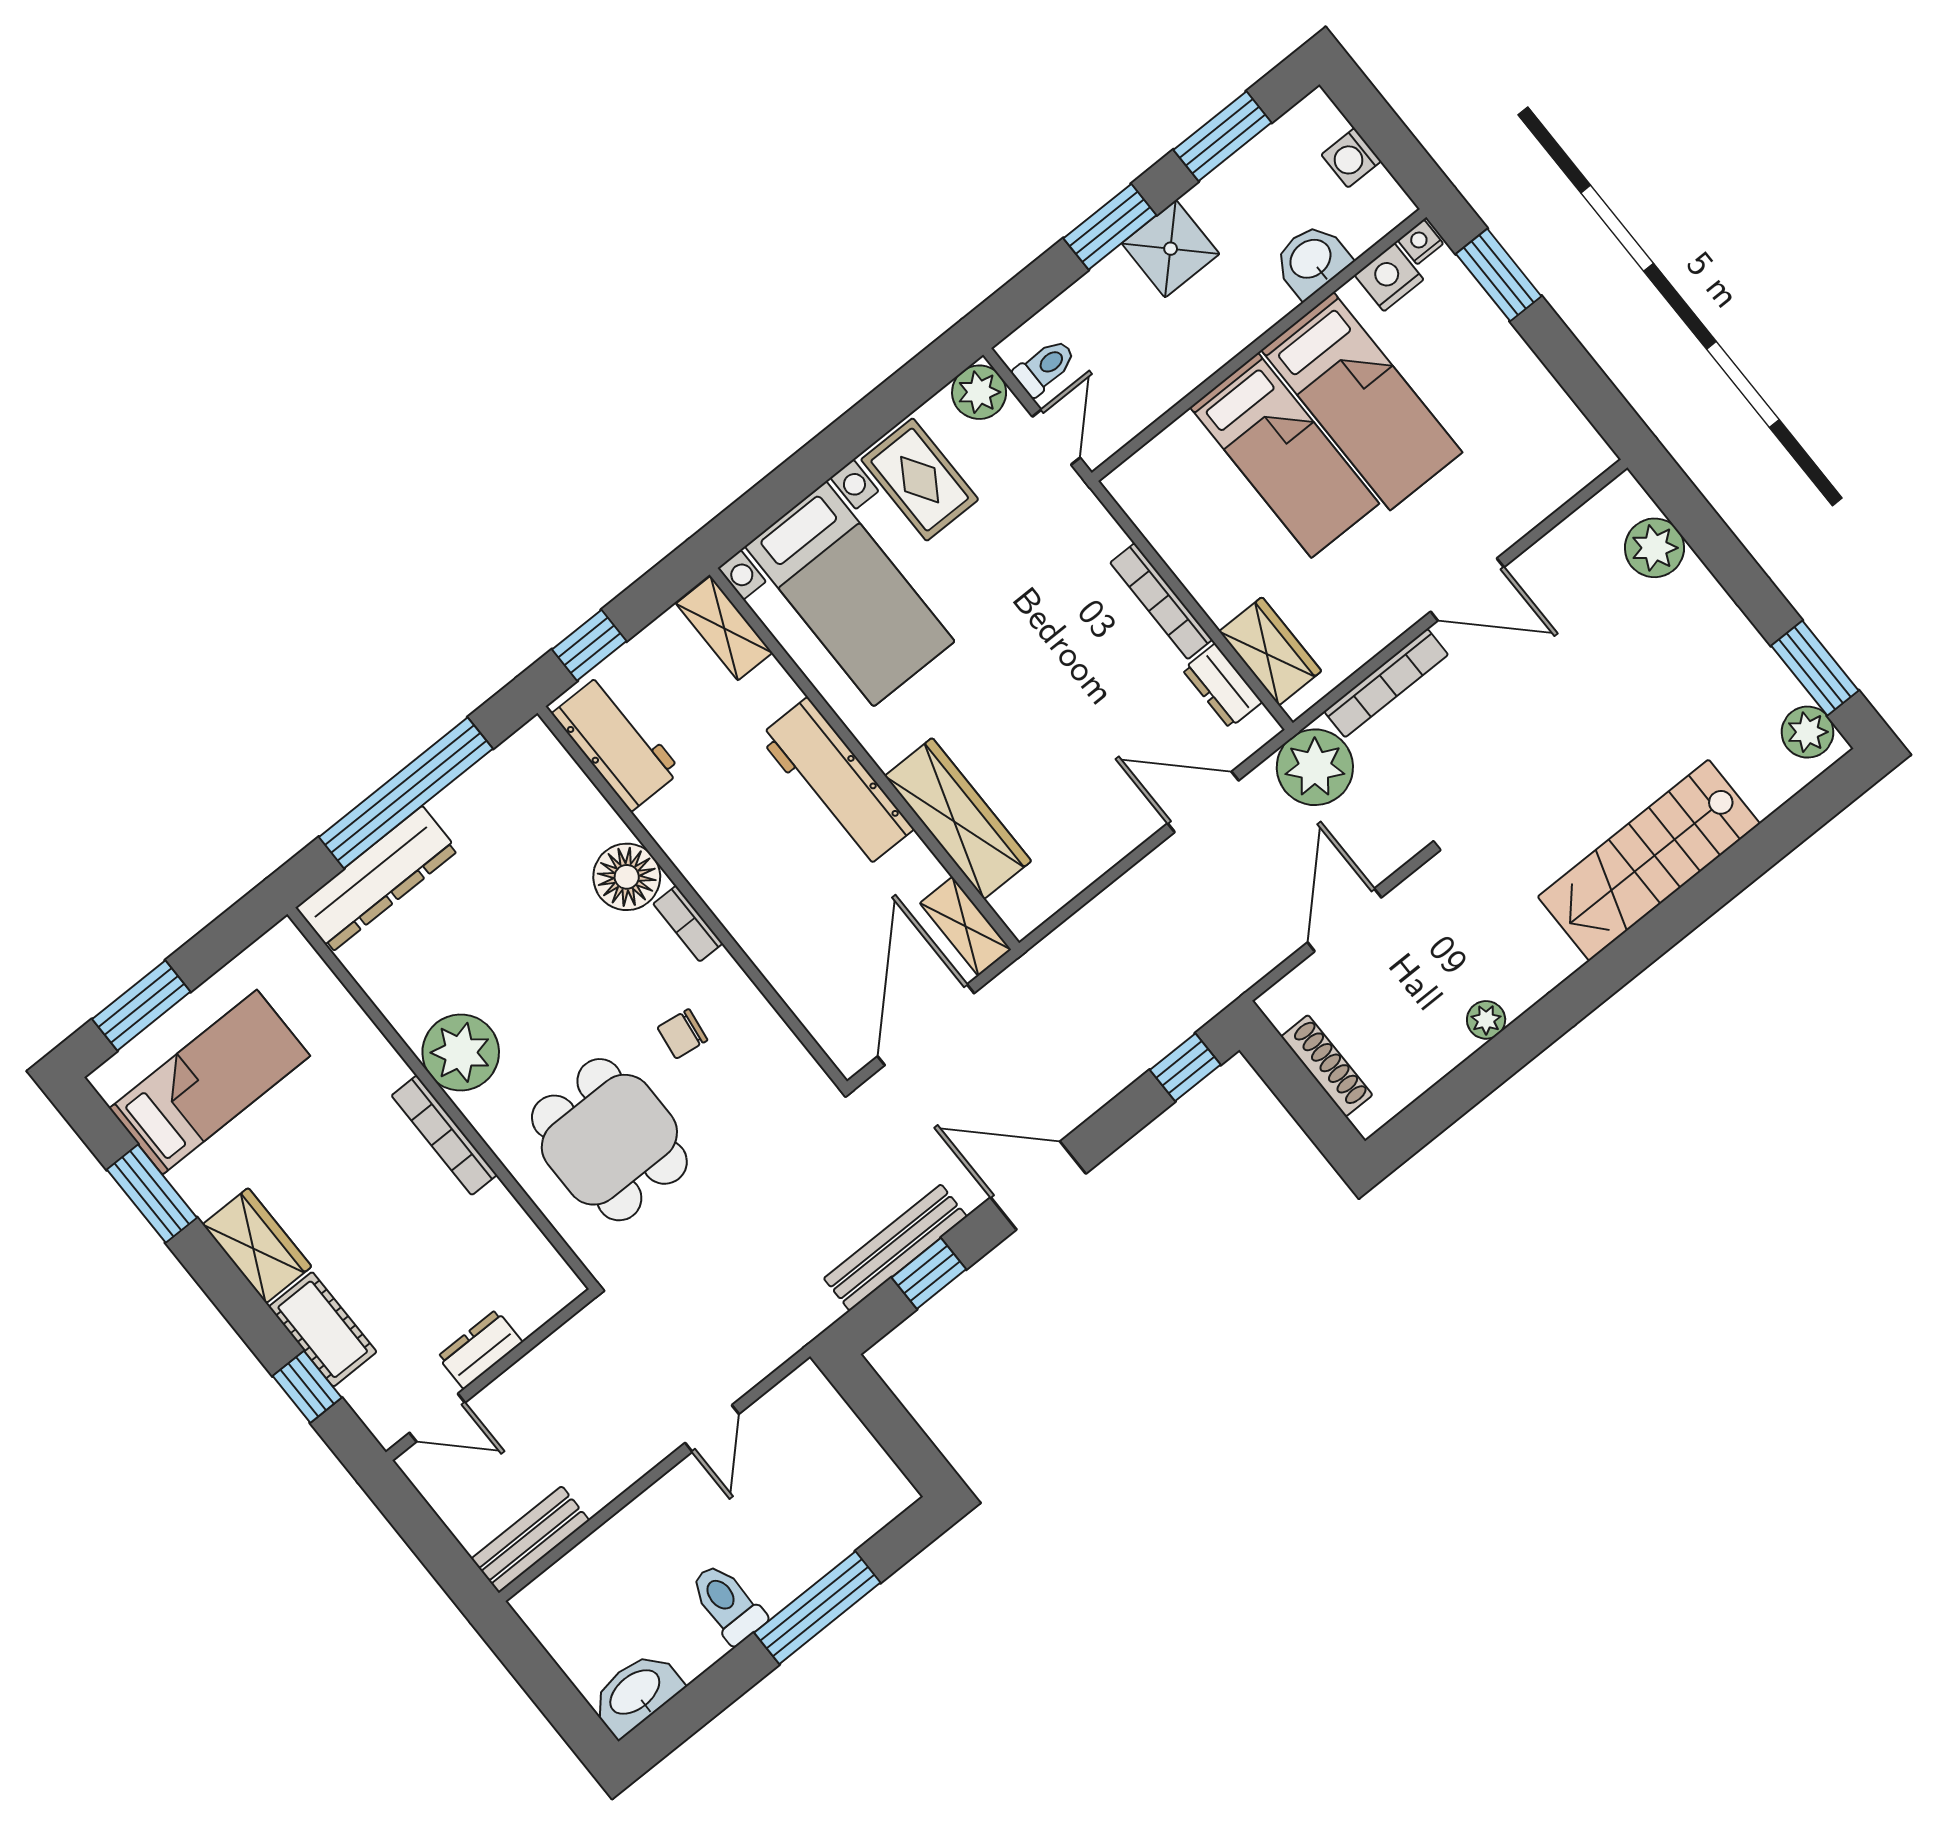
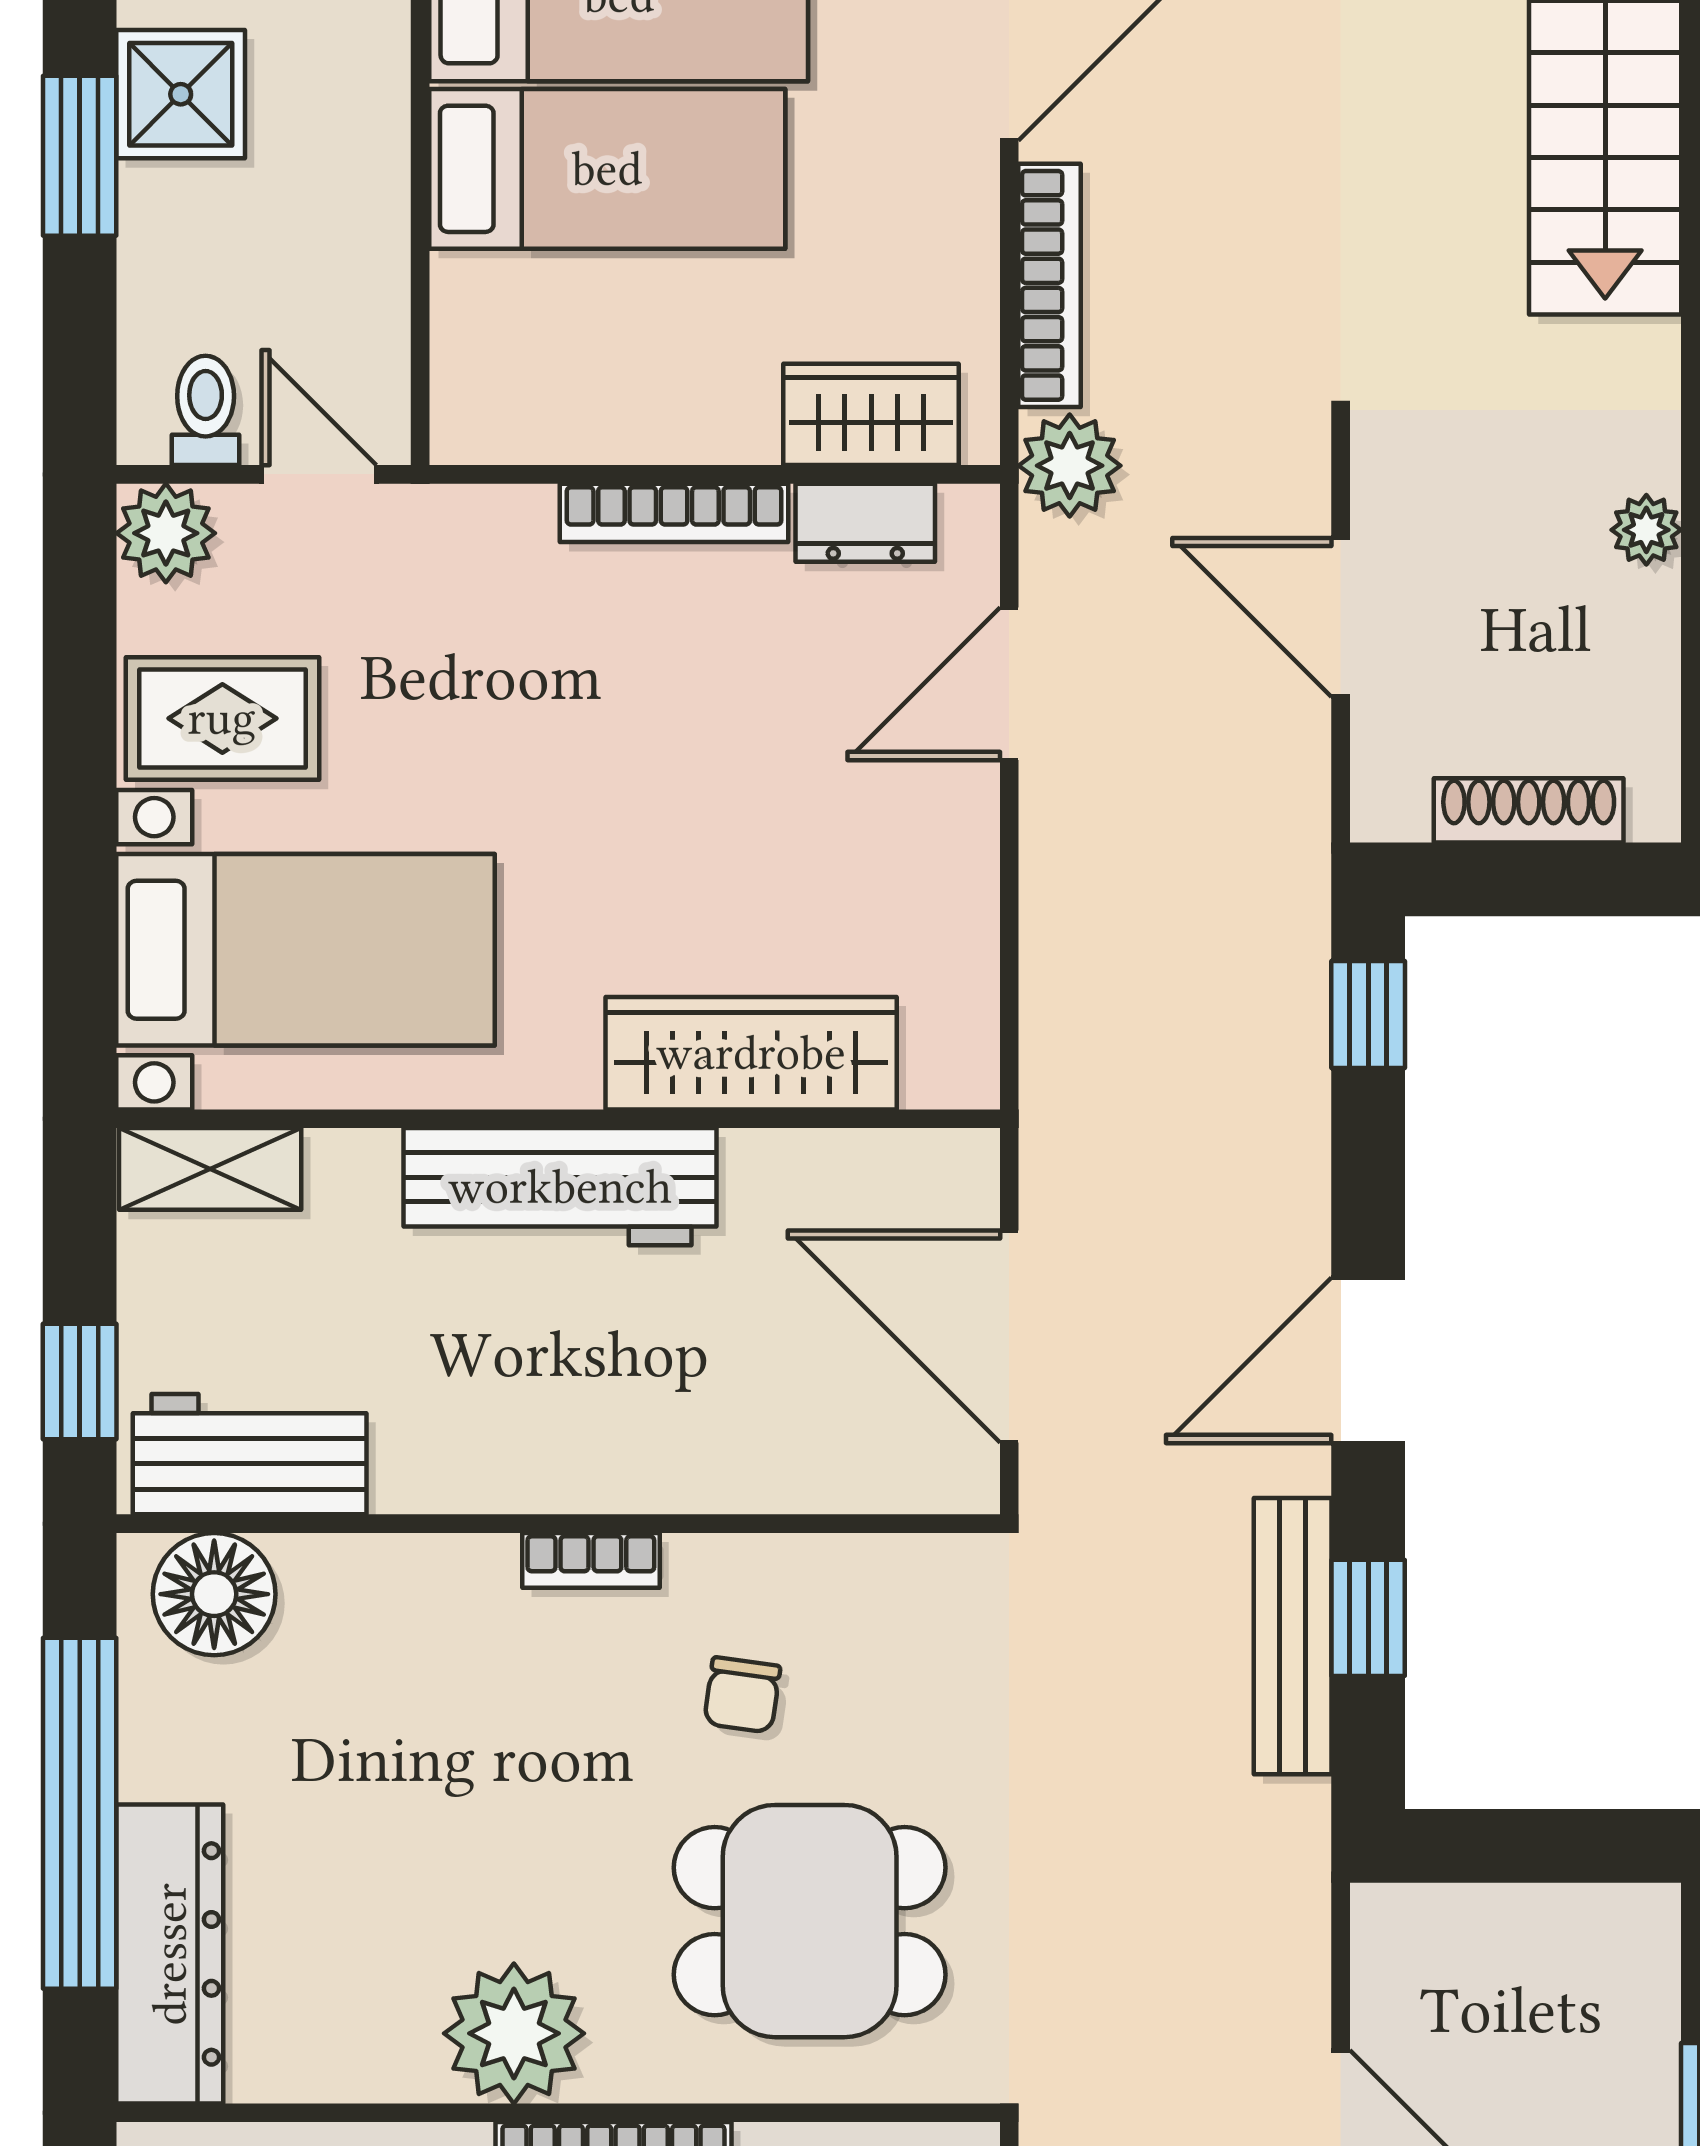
plant: (1315, 767) -> (1070, 466), width x0.73, depth x0.73
floor lamp: (627, 877) -> (214, 1594), moved
shelving: (965, 926) -> (914, 1167), removed

